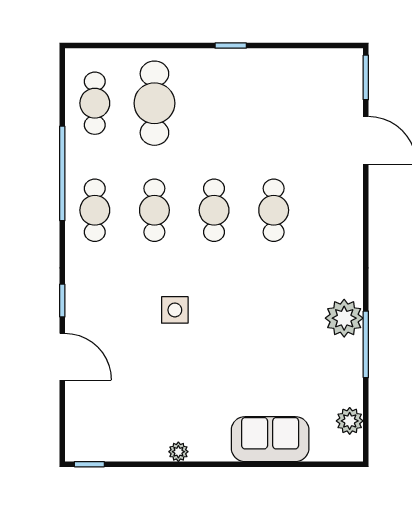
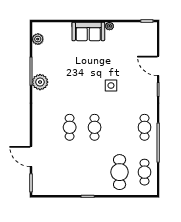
cafe table: (154, 210) -> (120, 127), removed
sofa: (270, 439) -> (88, 31), moved

